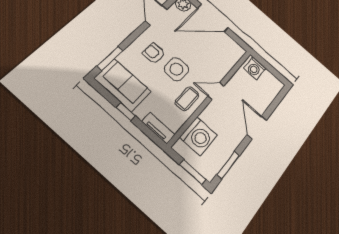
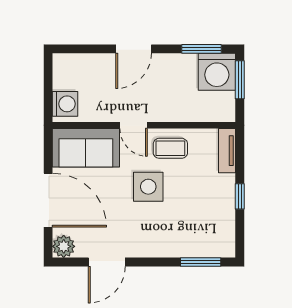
armchair: (154, 53) -> (153, 225), removed
sofa: (123, 85) -> (86, 148), moved, turned -90
washing machine: (199, 136) -> (217, 72), moved, turned 180

